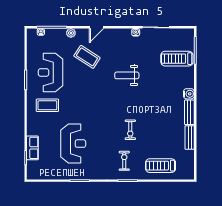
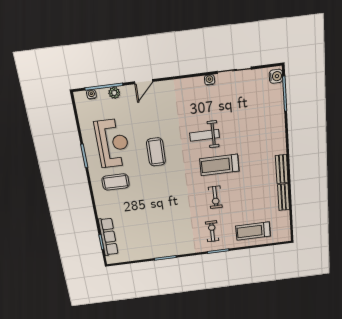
door: (97, 27) -> (144, 82), moved
plant: (71, 33) -> (114, 93), moved
coffee table: (87, 57) -> (156, 152), moved, turned 57
treadmill: (177, 59) -> (219, 165), moved
reception desk: (51, 72) -> (112, 143), turned 180
water cooler: (189, 94) -> (276, 76), moved
reception desk: (73, 144) -> (152, 220), removed
row of seats: (32, 148) -> (108, 237), width x1.48

